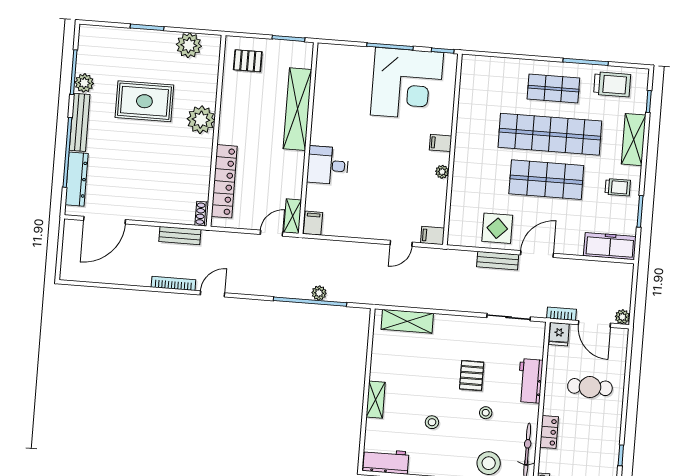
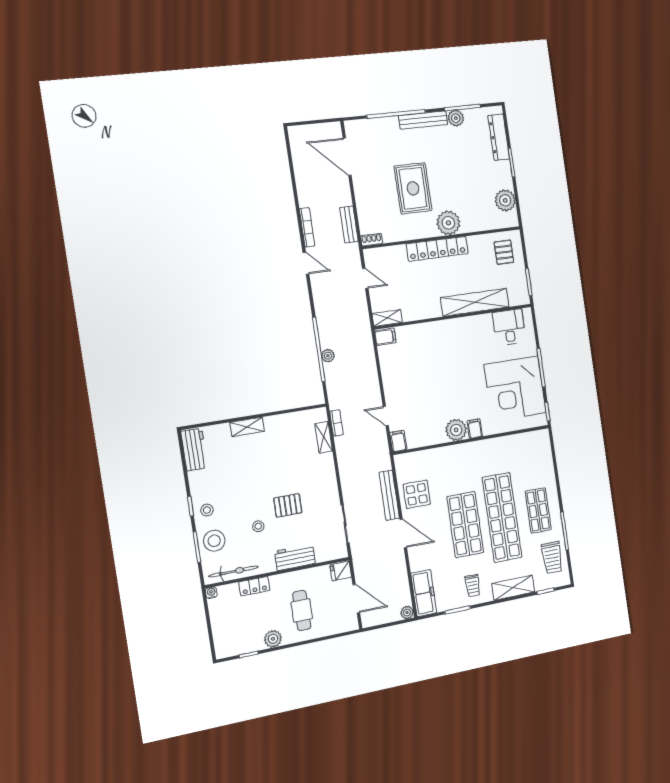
rug: (144, 101) -> (413, 188), moved
desk: (328, 165) -> (509, 327), moved
plant: (442, 172) -> (456, 430), width x1.88, depth x1.88
dresser: (77, 179) -> (499, 137), moved, turned 90
locker: (224, 181) -> (437, 249), moved
door: (272, 233) -> (365, 278), moved
bench: (498, 261) -> (389, 495), width x1.36
bookcase: (561, 314) -> (337, 423), moved
plant: (622, 317) -> (407, 613), moved
shelving: (407, 321) -> (324, 437), width x0.67, depth x0.75
door: (594, 324) -> (356, 599), swing flipped
stool: (432, 422) -> (207, 510), moved
plant: (612, 425) -> (273, 639), added

